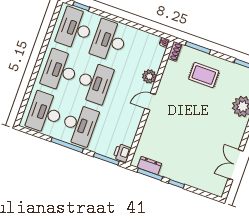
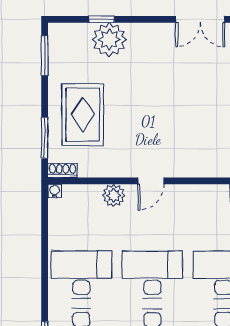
desk: (109, 41) -> (81, 275), turned 180
rug: (204, 75) -> (83, 115), width x1.36, depth x1.43
door: (150, 102) -> (151, 181), hinge flipped

